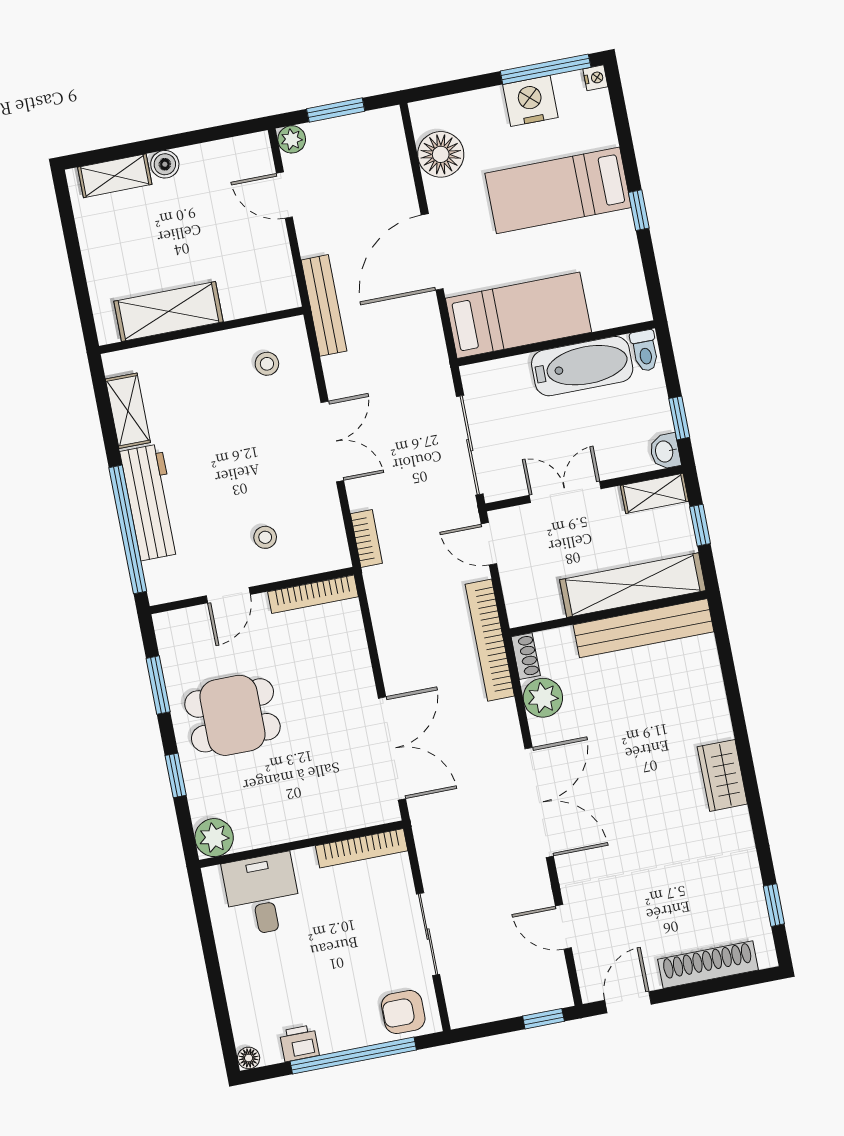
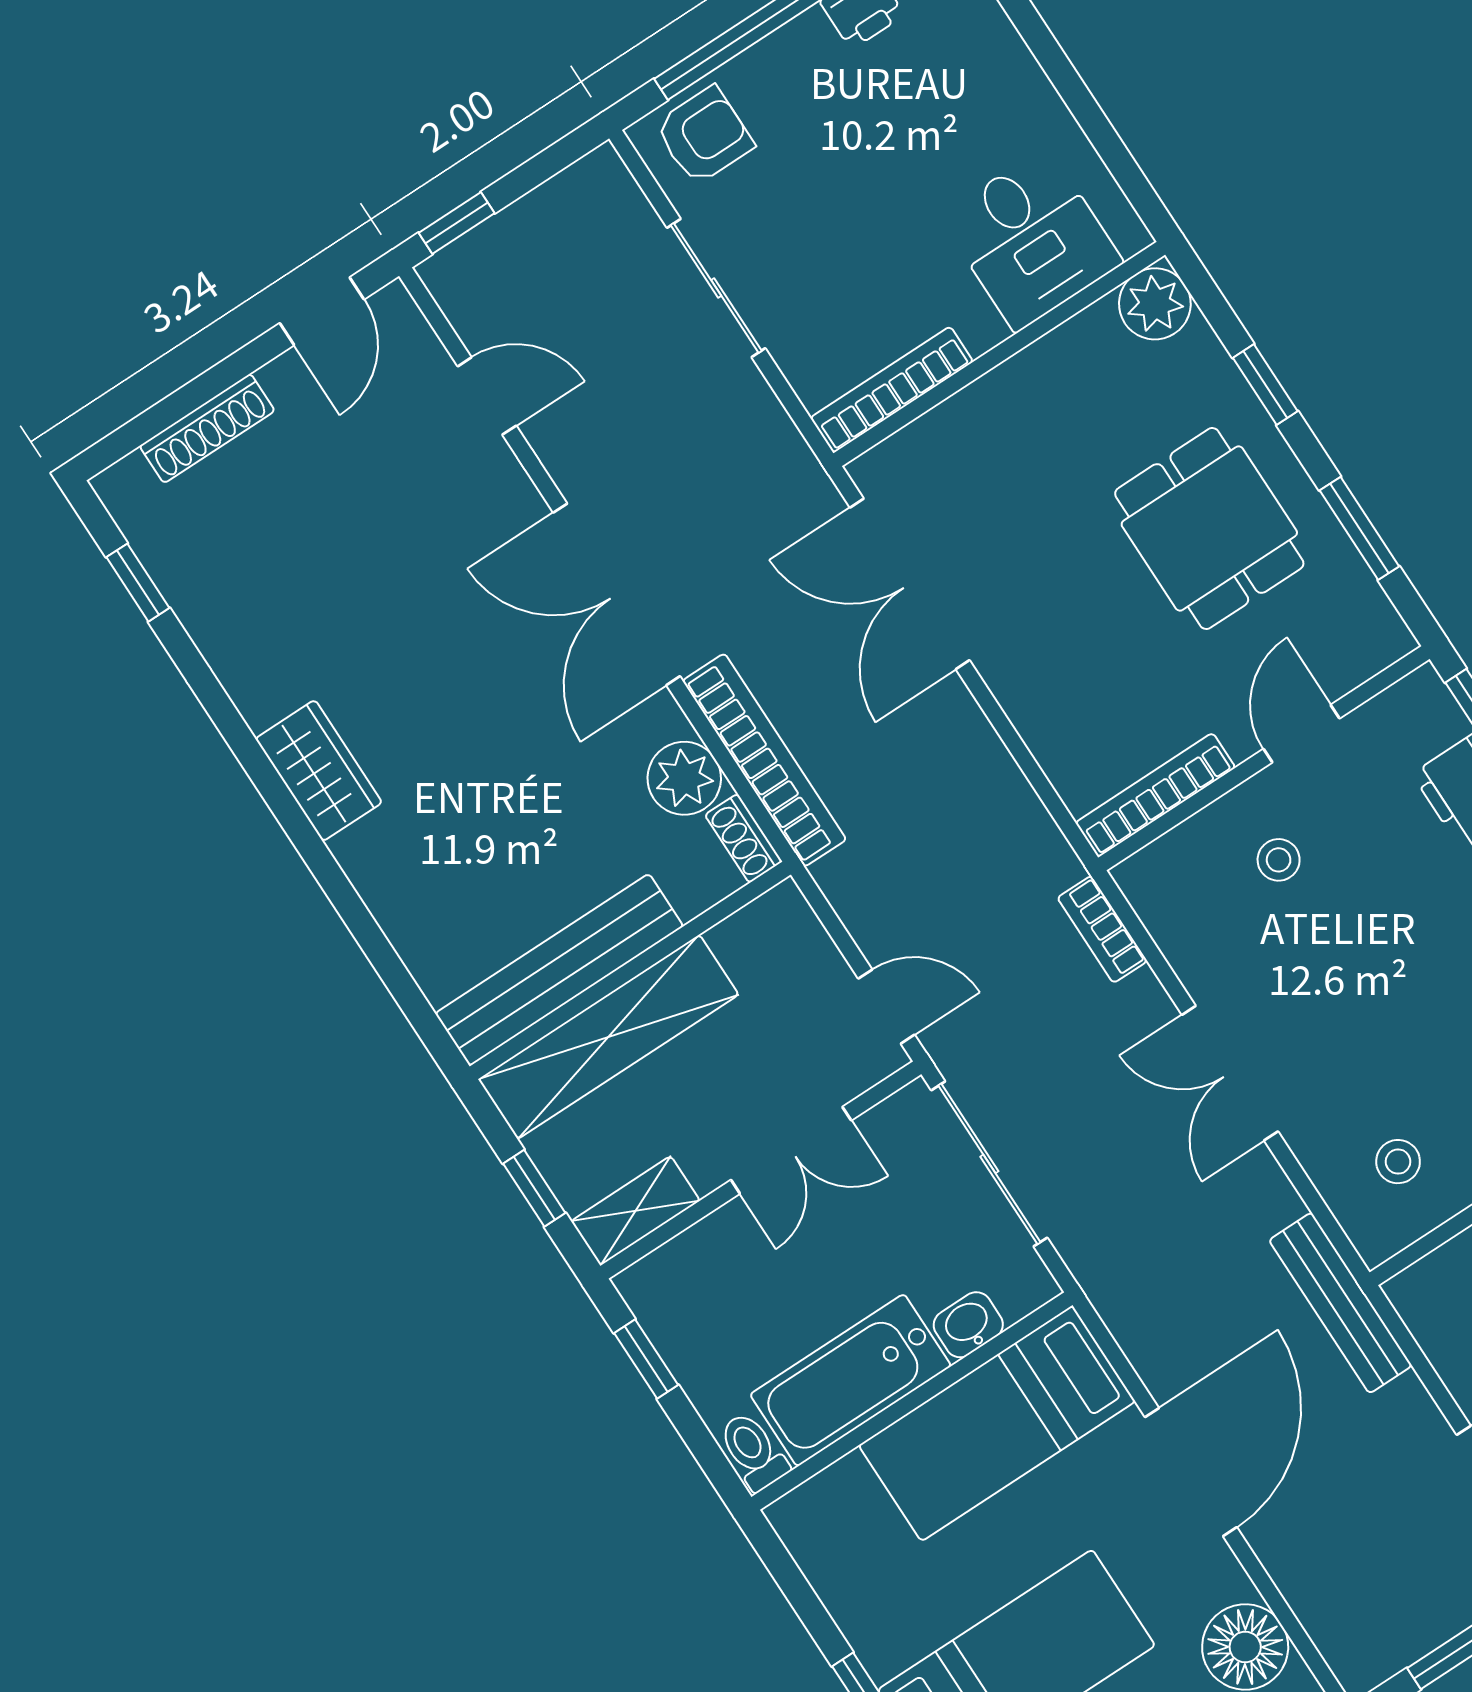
washbasin: (665, 451) -> (968, 1325), moved, turned -90
bookcase: (490, 640) -> (764, 760), moved
dining table: (232, 715) -> (1209, 528), turned 90
shoe rack: (708, 965) -> (207, 428), width x0.74, depth x0.81

